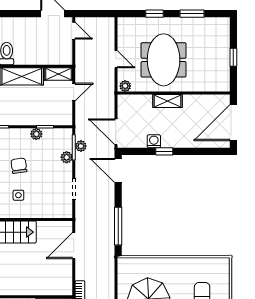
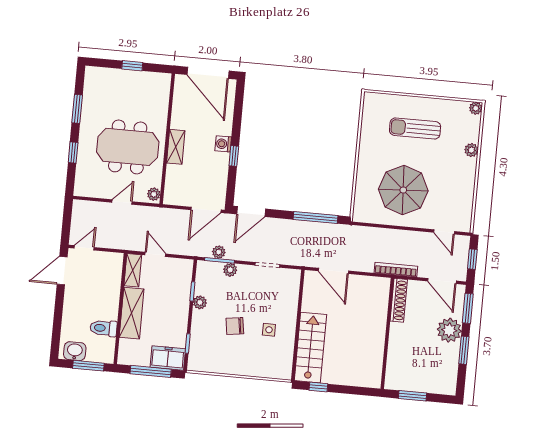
washing machine: (154, 141) -> (223, 144), moved

